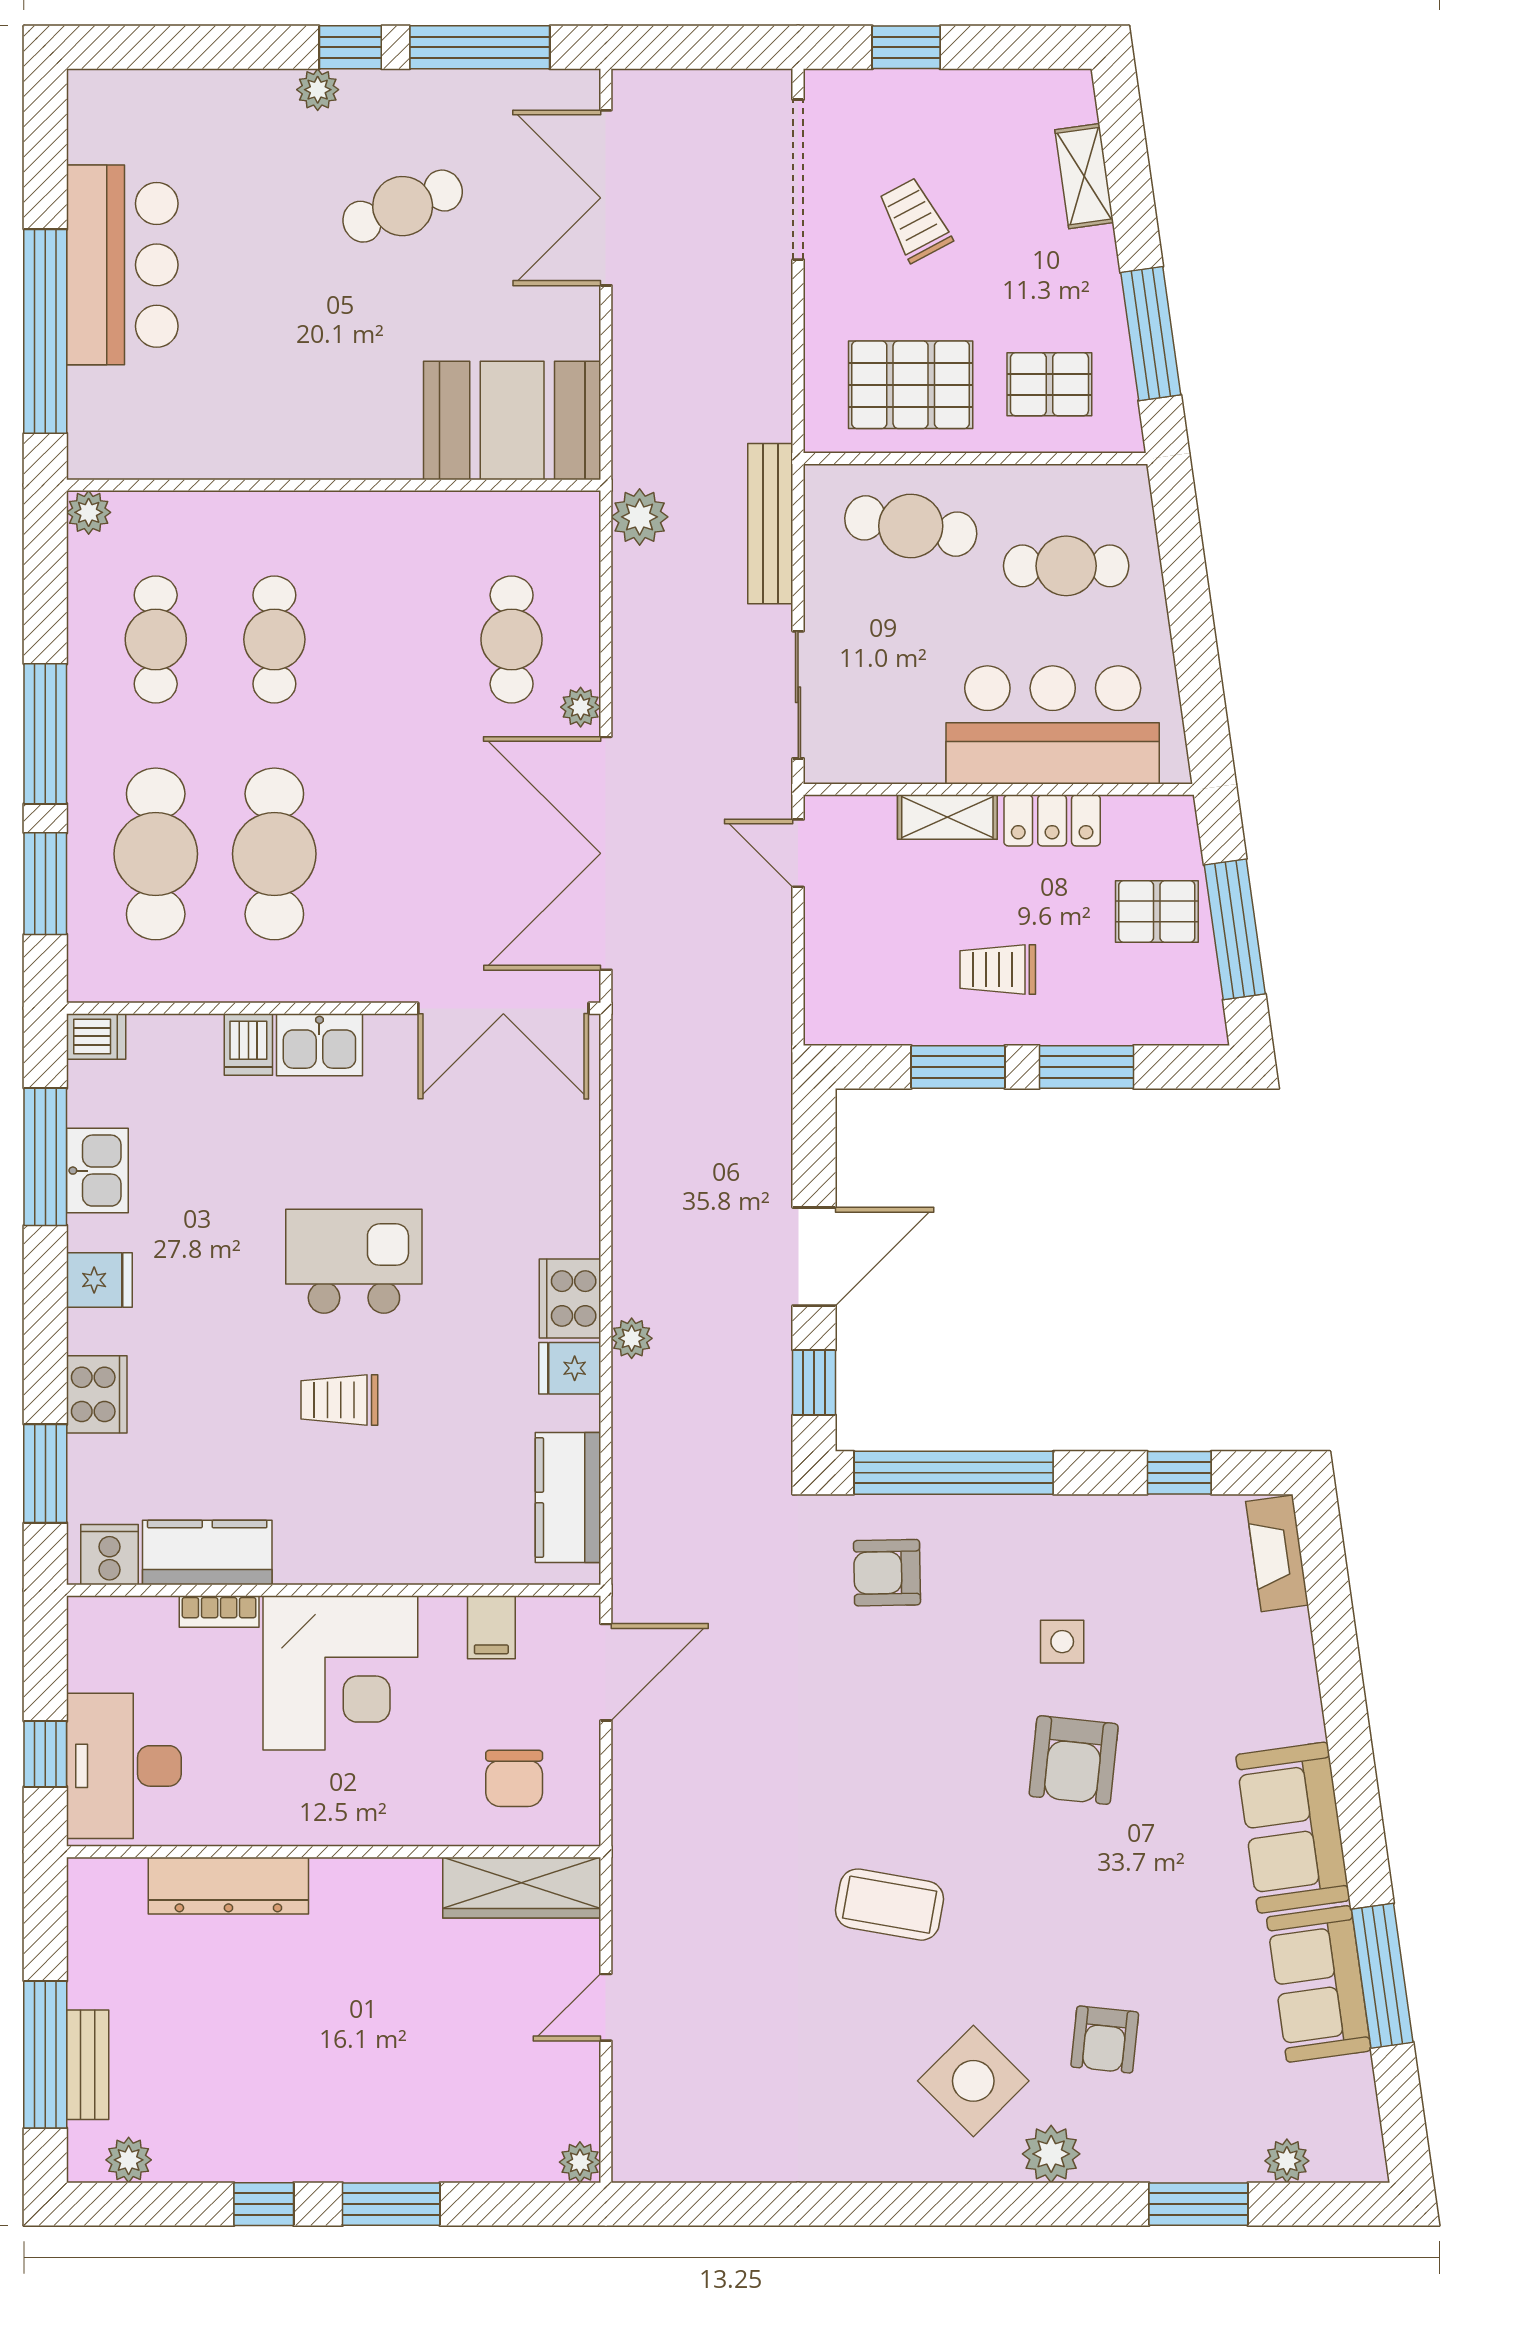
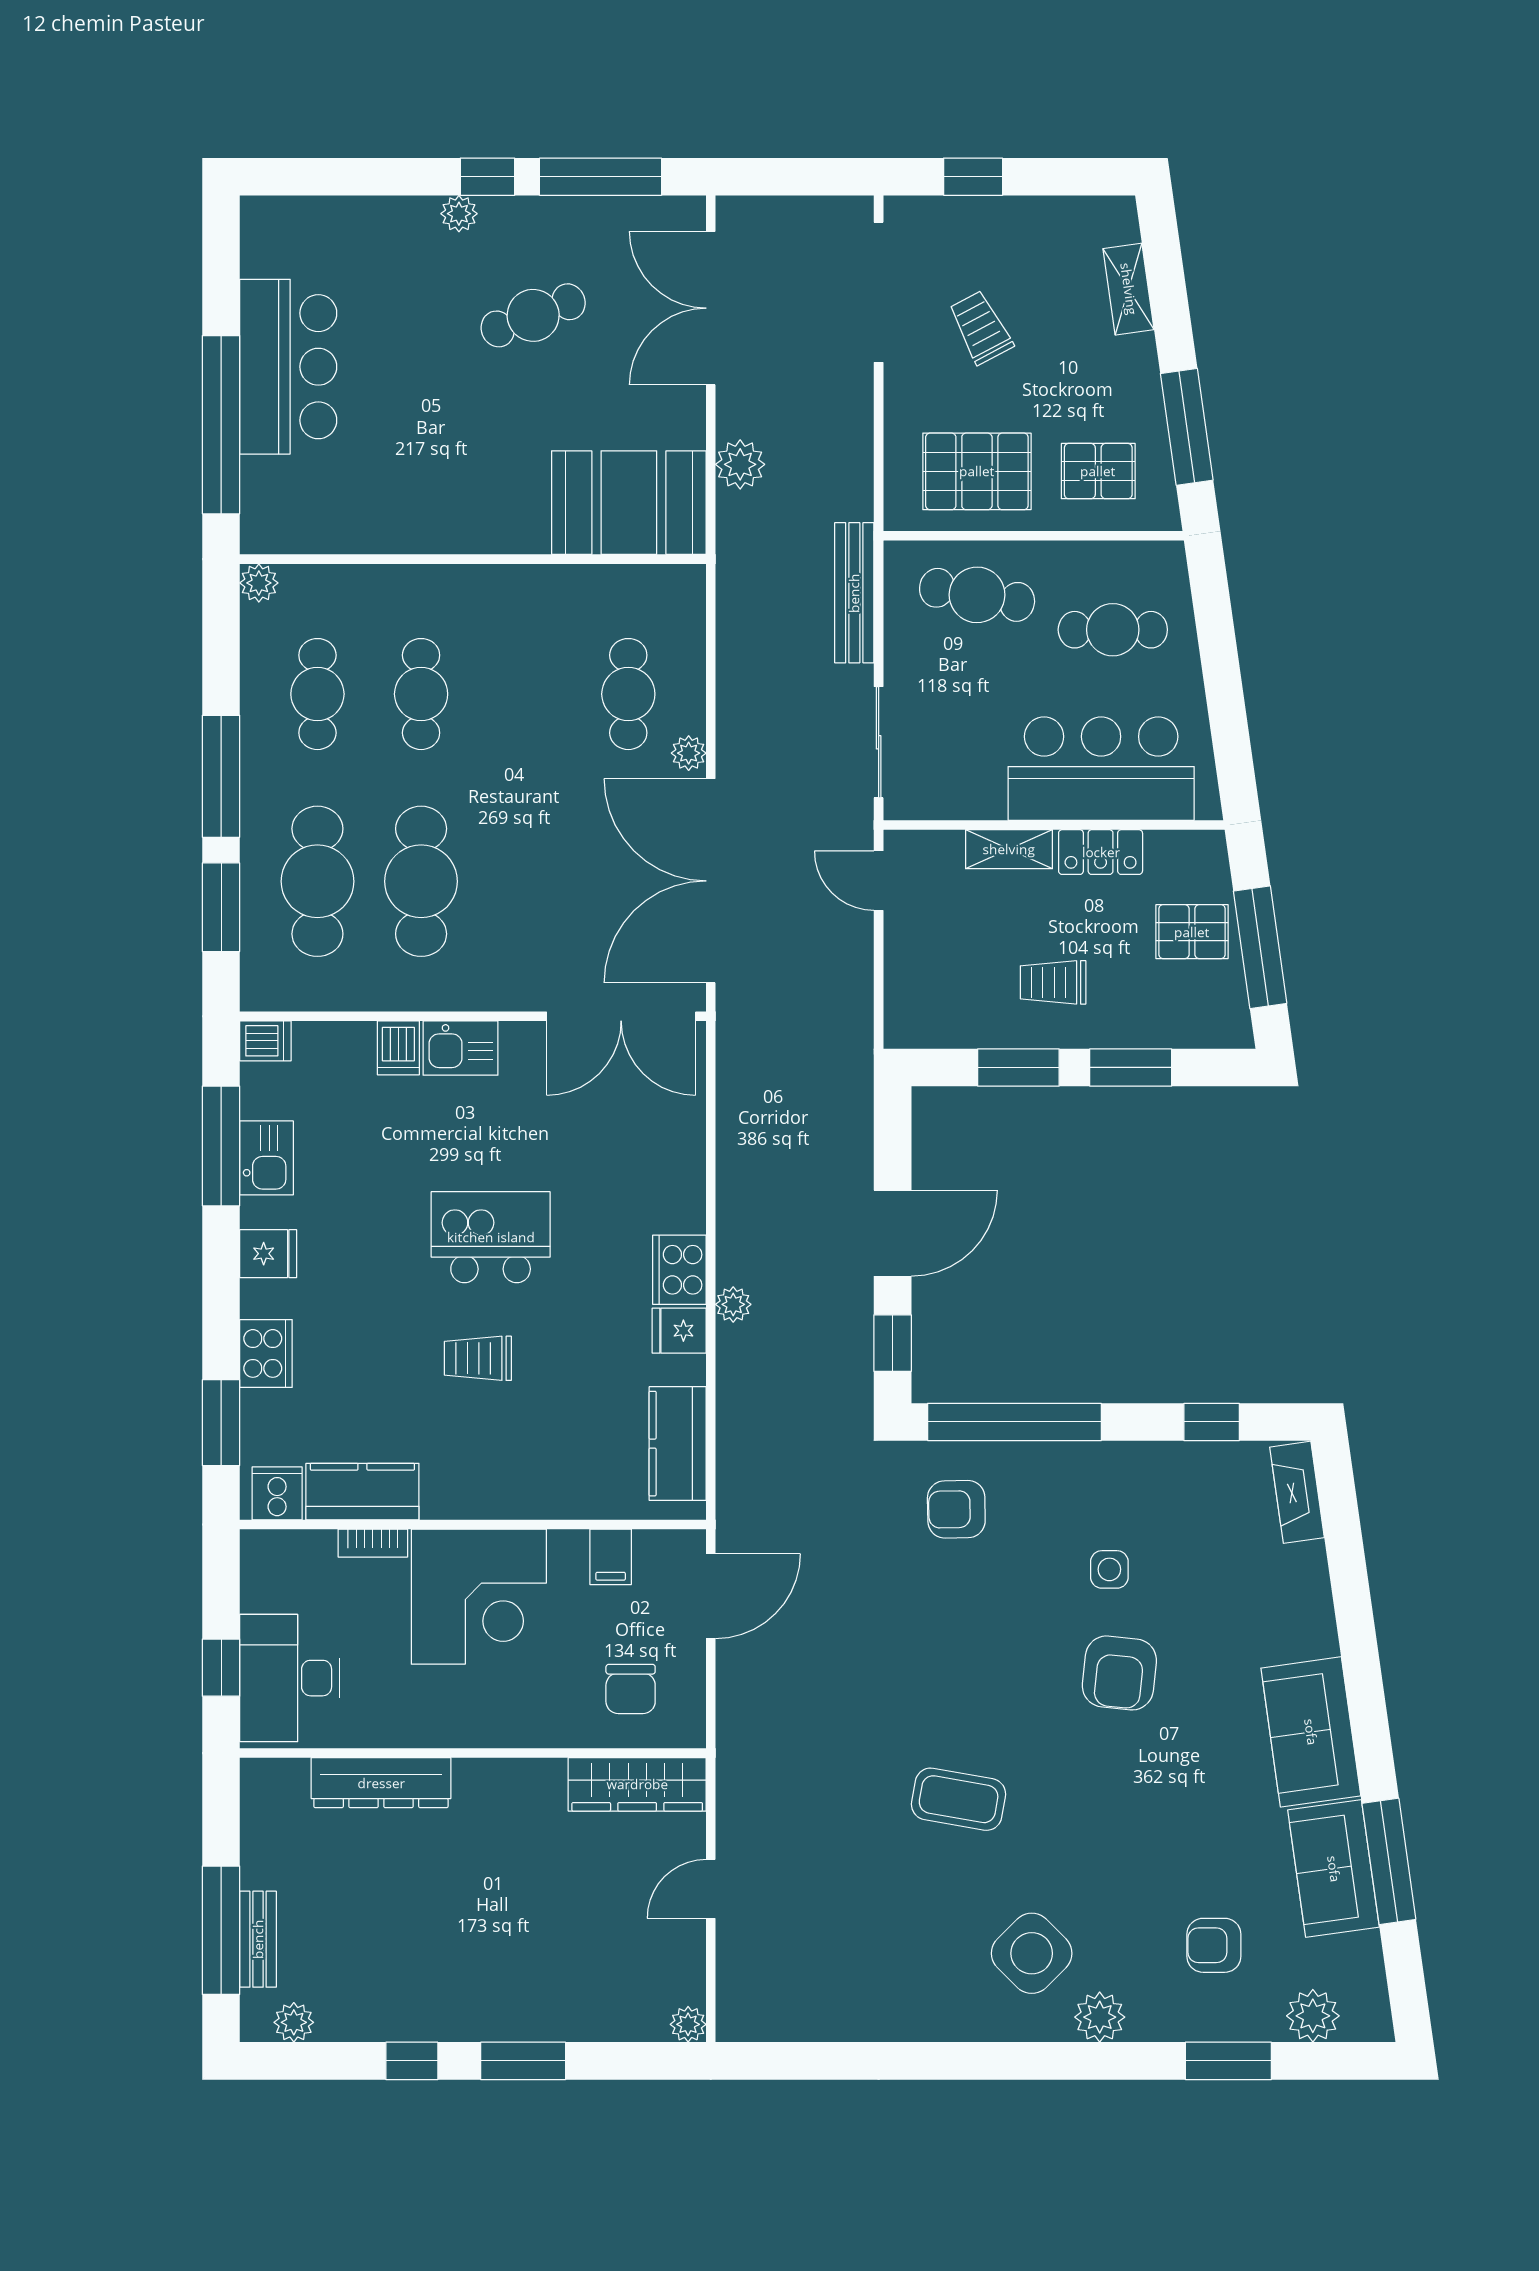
plant: (640, 517) -> (740, 464), moved
armchair: (1105, 2040) -> (1214, 1945), moved, turned 84
plant: (1287, 2161) -> (1313, 2016), width x1.38, depth x1.38

